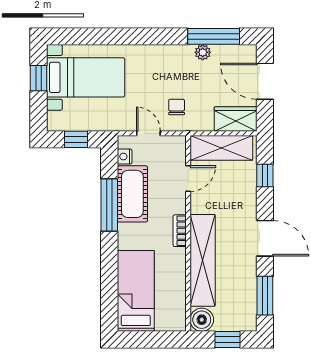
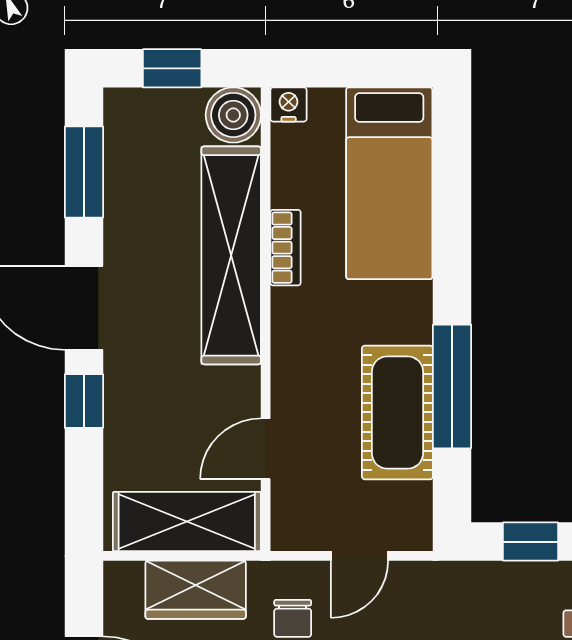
wardrobe: (236, 119) -> (196, 590), moved
door: (148, 133) -> (360, 556), hinge flipped
nightstand: (125, 156) -> (289, 104), moved, turned -90
window: (265, 176) -> (84, 401), moved
bookcase: (180, 231) -> (286, 248), moved

